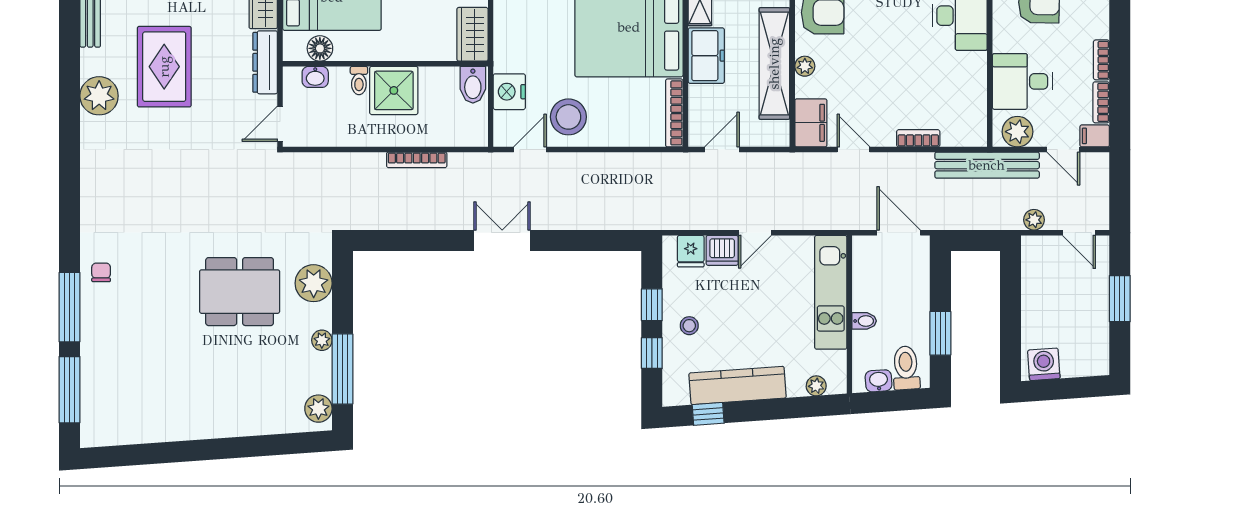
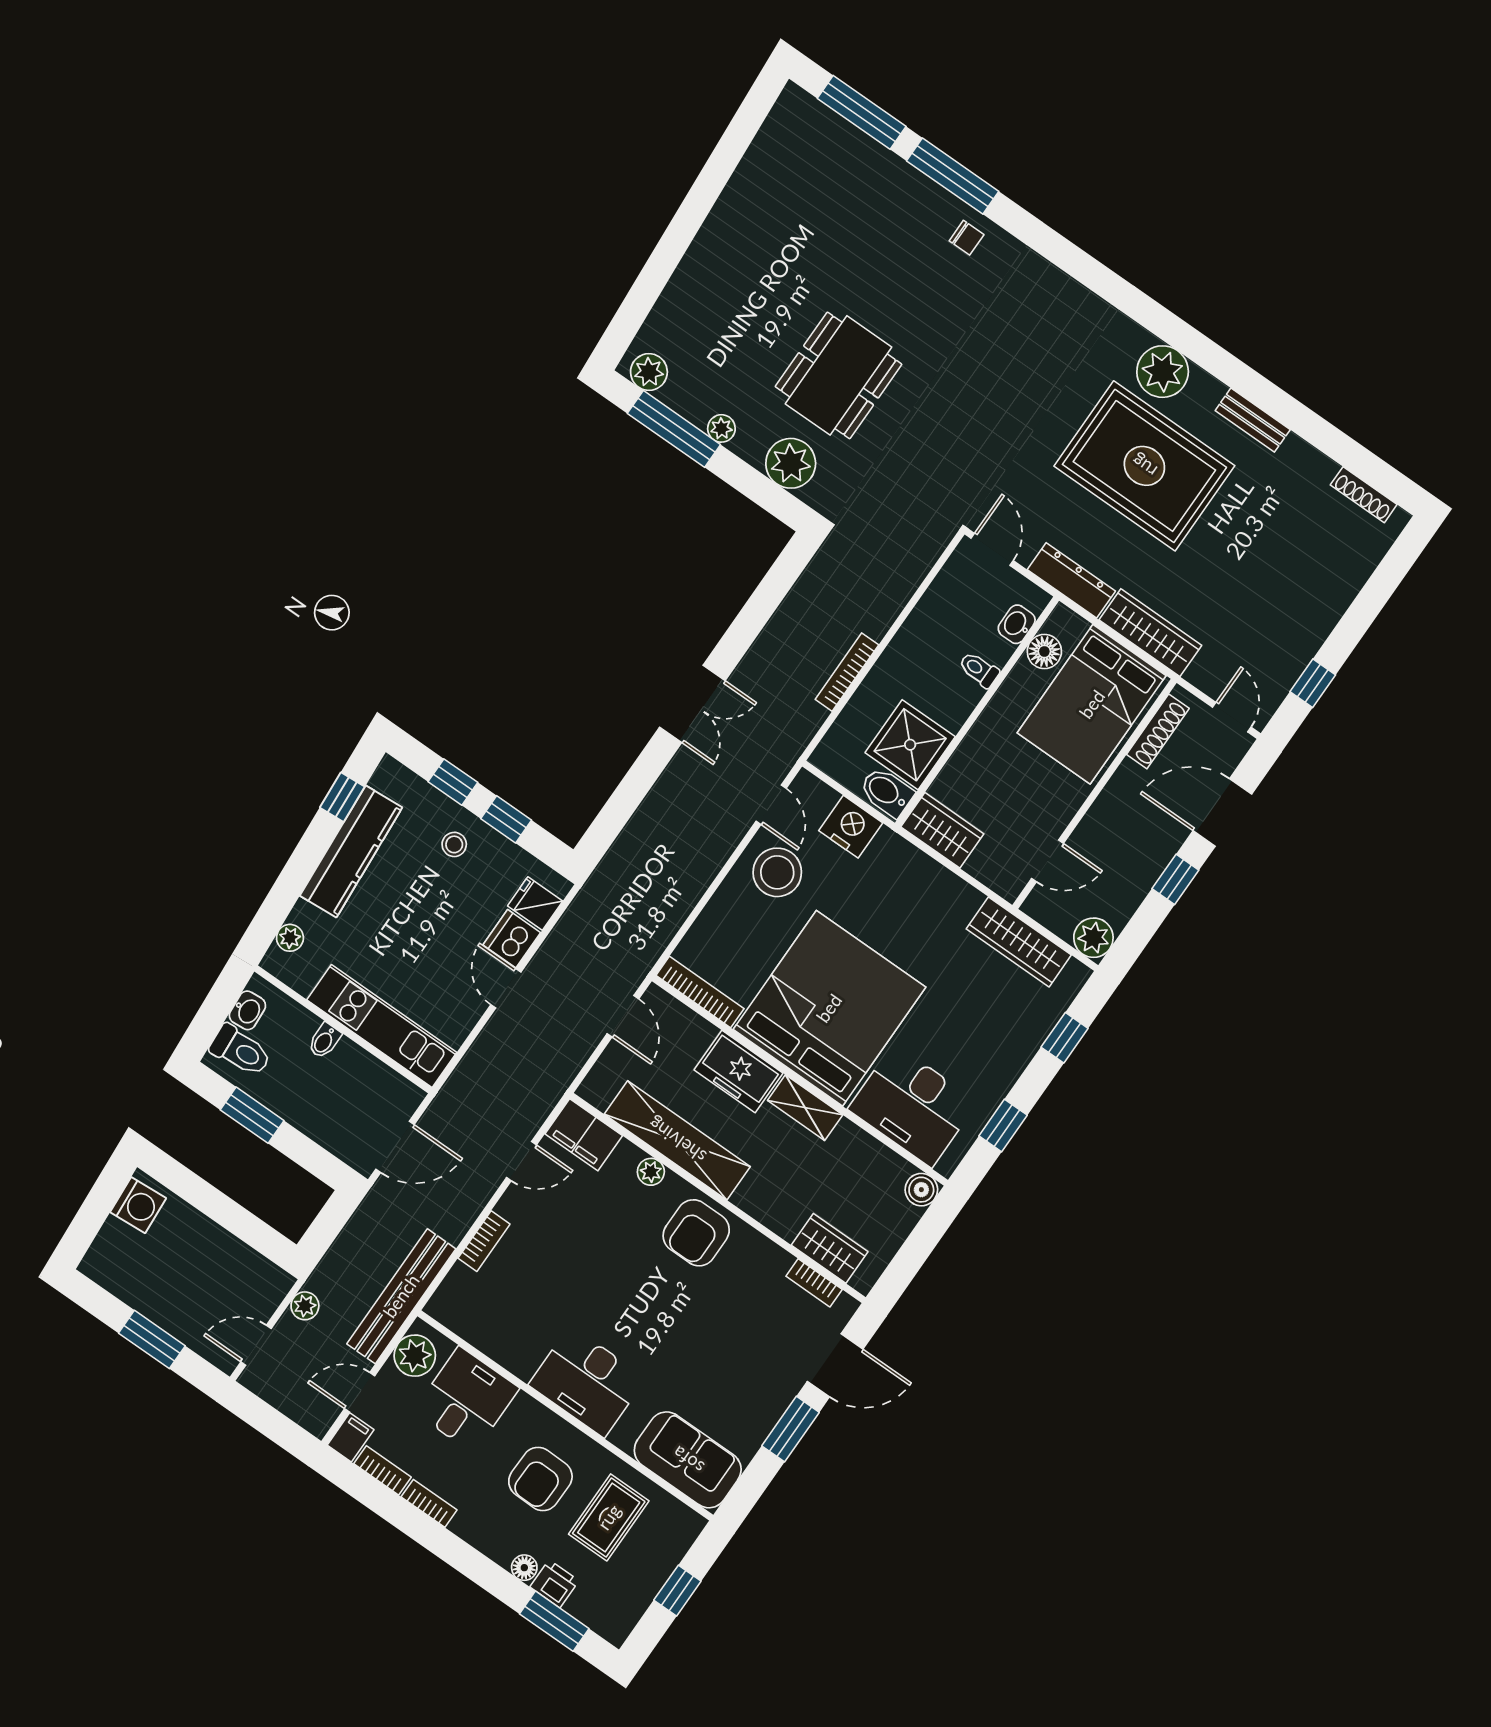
rug: (164, 67) -> (1144, 466), width x1.37, depth x1.44
shower: (394, 90) -> (910, 745), moved

